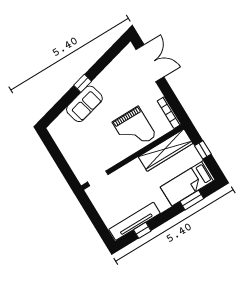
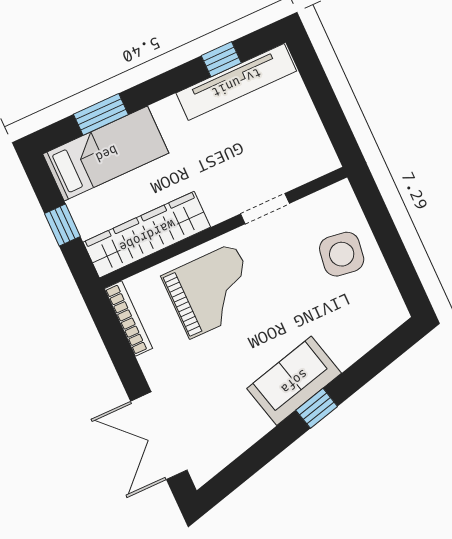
sofa: (84, 104) -> (294, 381), moved
grand piano: (134, 129) -> (212, 291), turned 90
side table: (80, 152) -> (342, 254), added
doorway: (98, 178) -> (265, 209), moved

